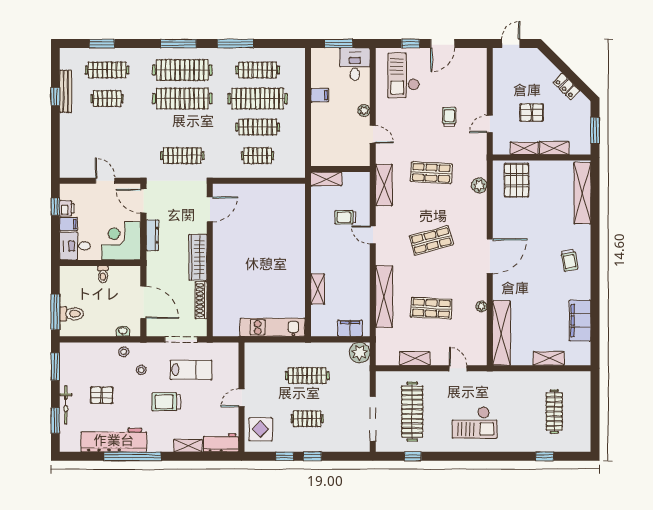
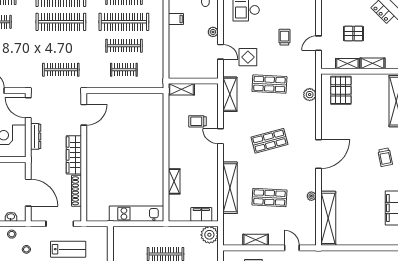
display table: (406, 141) -> (248, 57), added
shelving: (549, 358) -> (368, 240), removed

